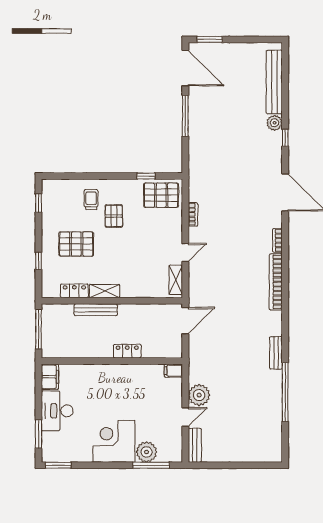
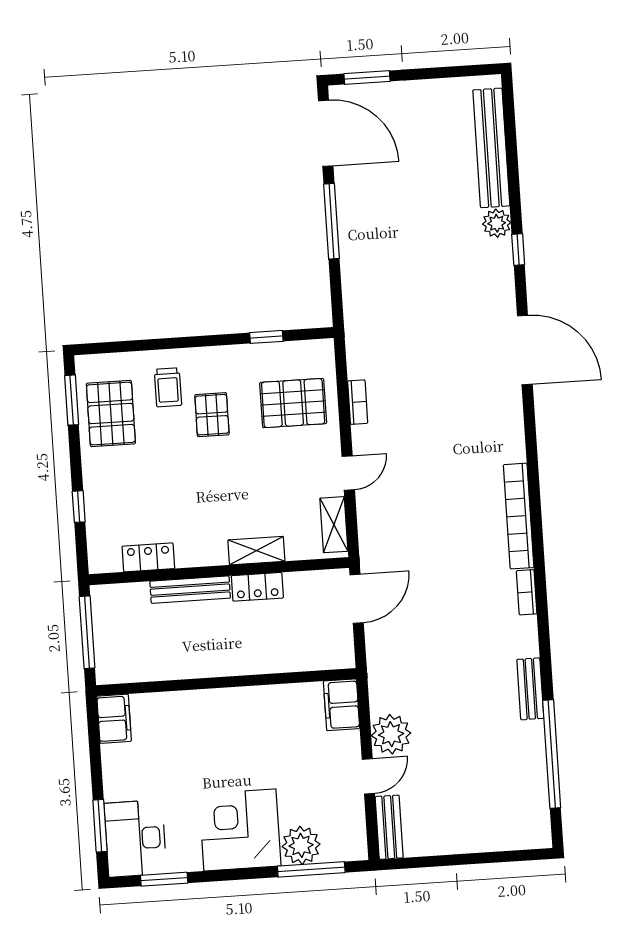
pallet: (161, 195) -> (293, 403), moved
trolley: (91, 200) -> (168, 387), turned 180
window: (39, 203) -> (72, 400), width x1.50
bookcase: (277, 240) -> (527, 592), moved
pallet: (76, 244) -> (111, 414), moved, turned 90
shelving: (104, 291) -> (256, 551), moved
locker: (127, 351) -> (257, 587), moved, turned 180
bench: (276, 353) -> (530, 689), moved
filing cabinet: (173, 371) -> (342, 705), width x2.00
window: (285, 392) -> (552, 754), moved
desk: (57, 411) -> (135, 838), moved
window: (58, 465) -> (164, 879), moved

